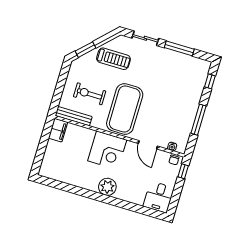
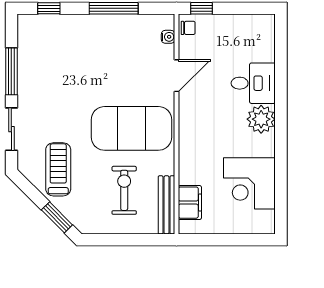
exercise bike: (90, 94) -> (124, 190), turned 180
filing cabinet: (58, 130) -> (190, 203), moved, turned 90
corner desk: (107, 150) -> (249, 183), moved, turned 180
desk: (159, 197) -> (253, 83), moved

